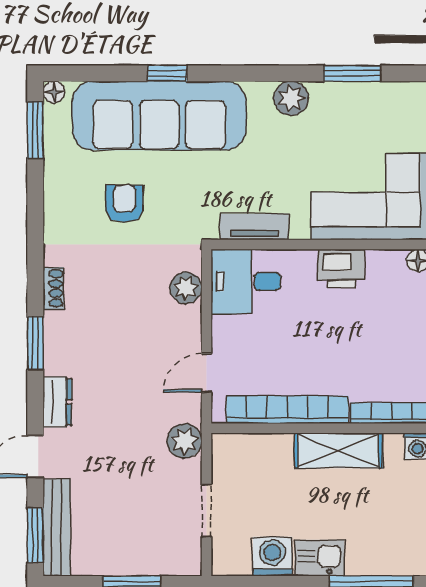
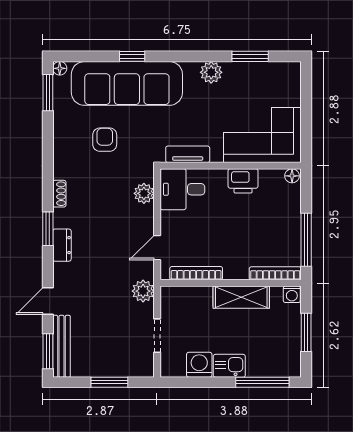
dresser: (57, 402) -> (62, 245), moved
bookcase: (287, 410) -> (196, 273), width x0.68, depth x0.76

